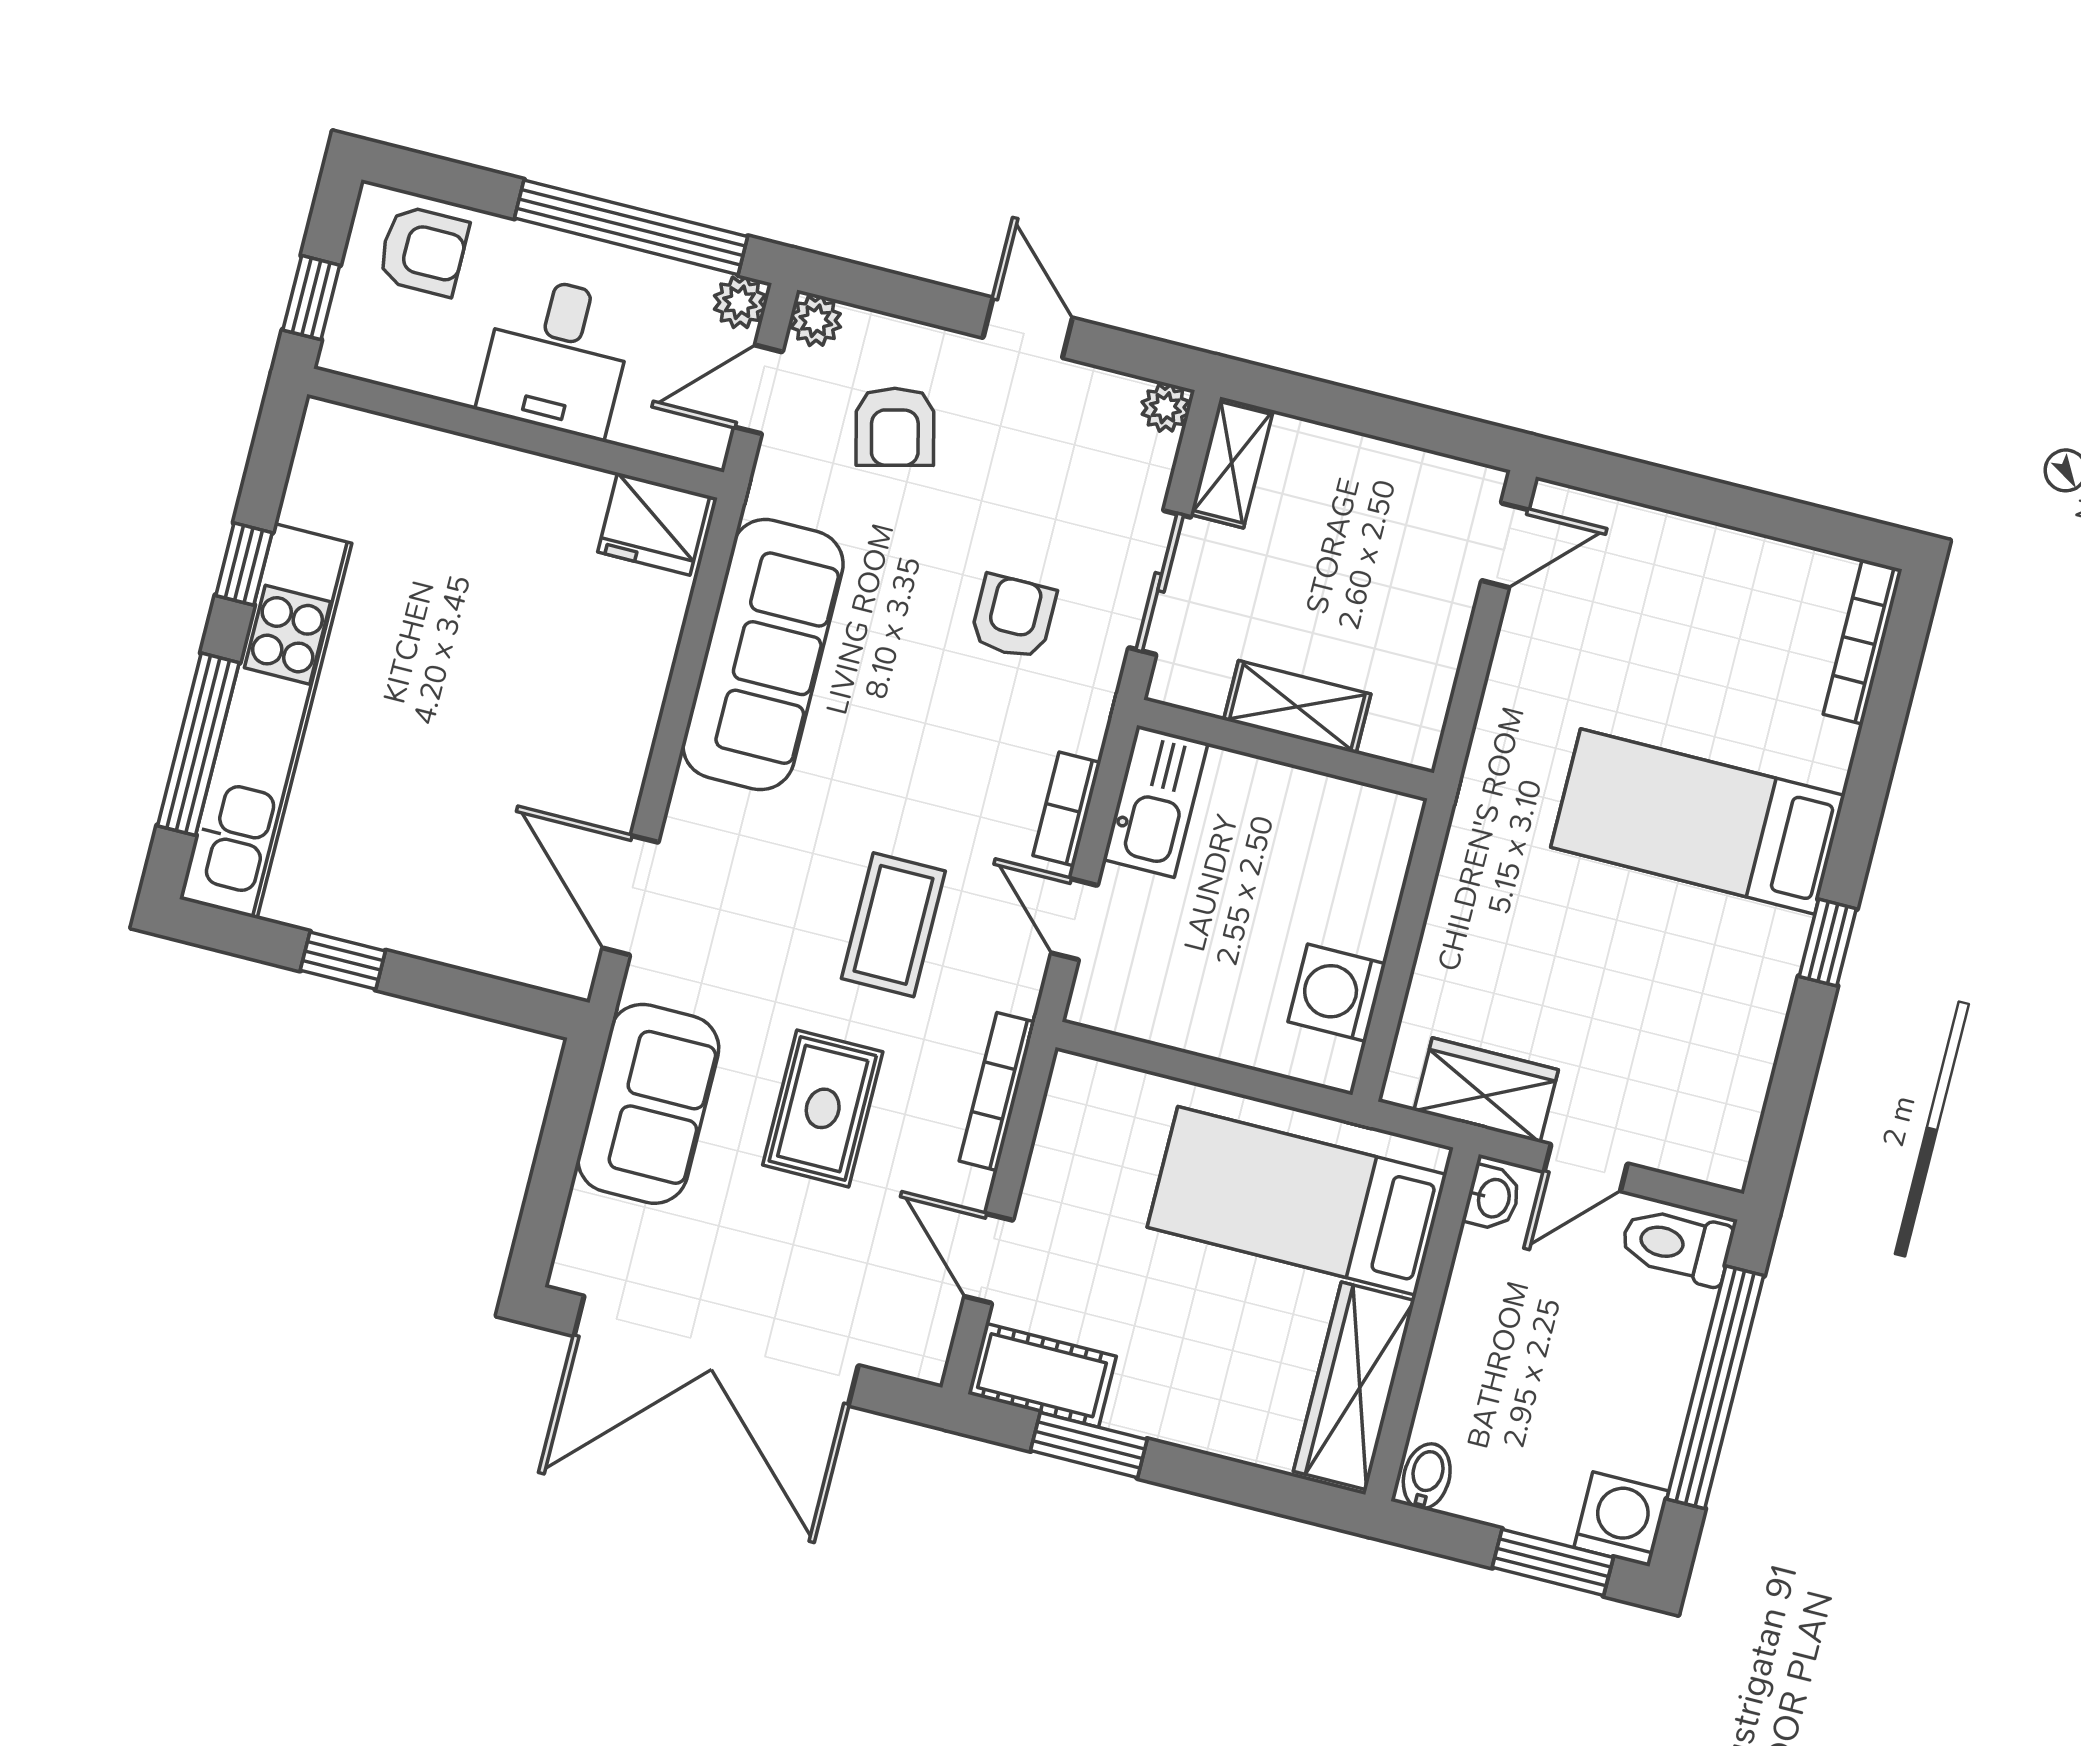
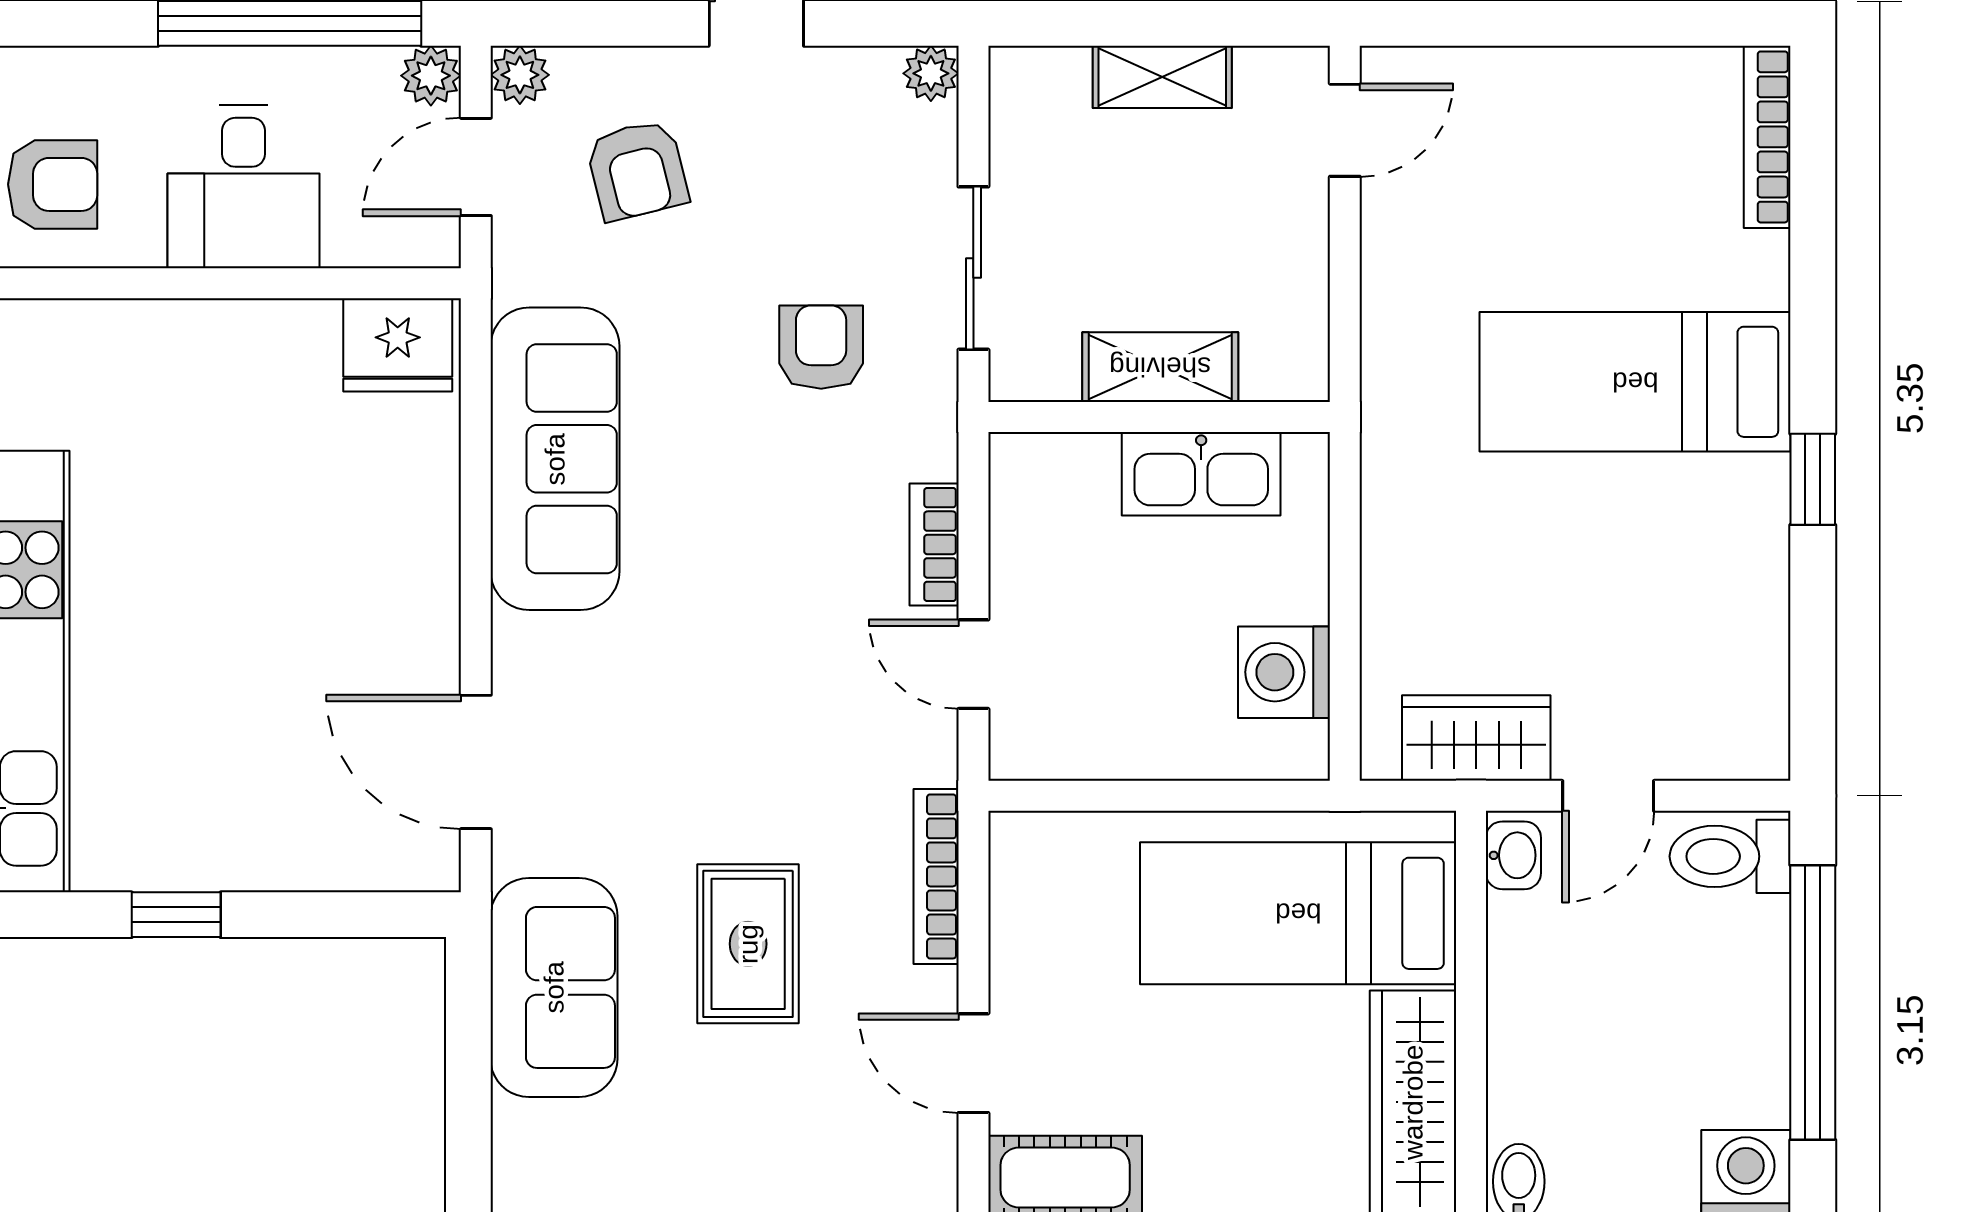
armchair: (423, 251) -> (53, 184), moved
shelving: (1232, 462) -> (1162, 77), moved, turned 90
kitchen sink: (1156, 801) -> (1201, 474), moved, turned 90
coffee table: (893, 925) -> (775, 721), removed

